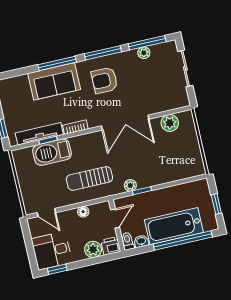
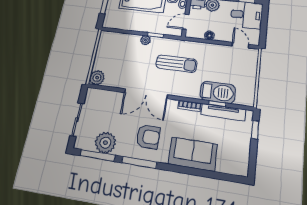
plant: (144, 53) -> (105, 143), width x1.88, depth x1.88
window: (57, 63) -> (184, 170), removed
double door: (125, 123) -> (146, 94), swing flipped
plant: (170, 123) -> (97, 78), moved
sun lounger: (89, 178) -> (176, 64), moved
plant: (130, 185) -> (146, 40), moved

